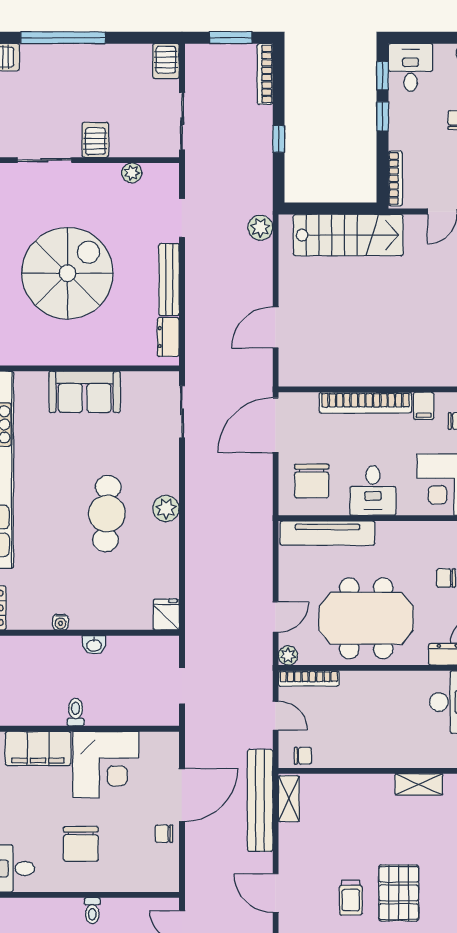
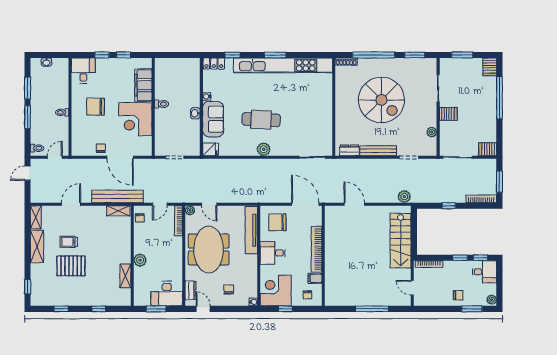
sofa: (85, 392) -> (213, 119), moved, turned 180
plant: (387, 755) -> (140, 260), added

